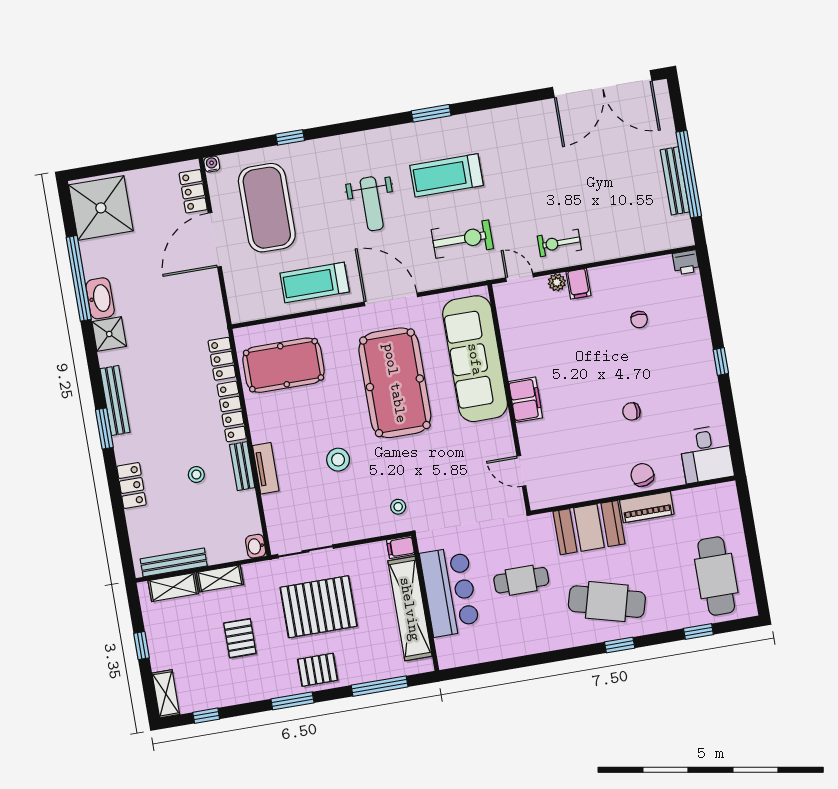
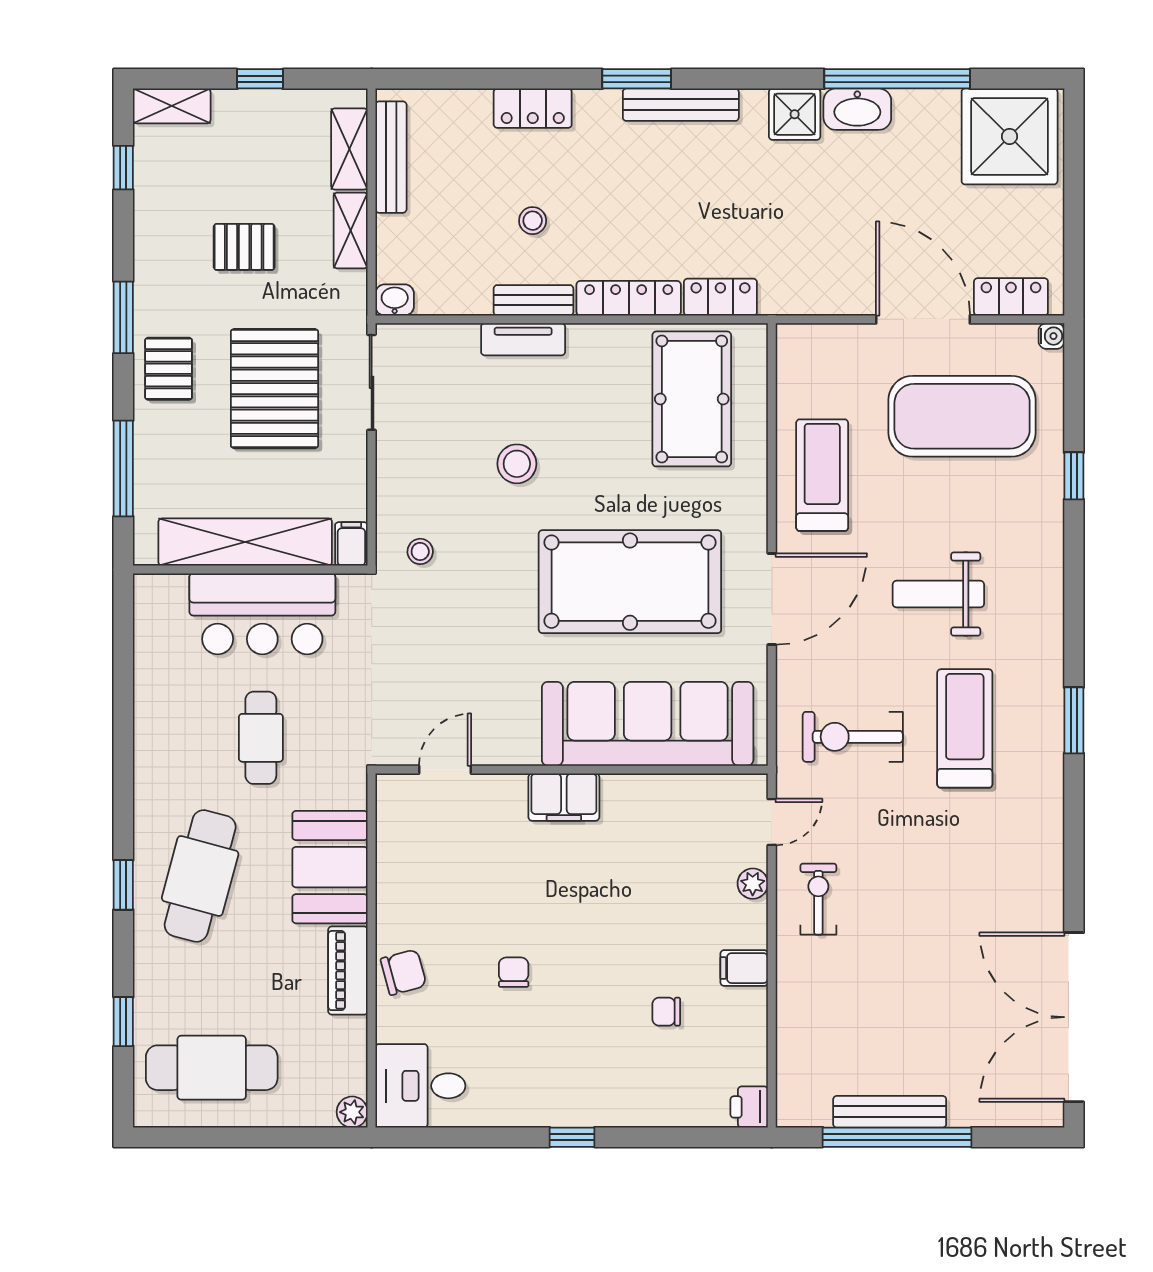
exercise bike: (462, 239) -> (853, 737), turned 90
filing cabinet: (578, 284) -> (744, 968), moved
plant: (728, 491) -> (352, 1112), added

